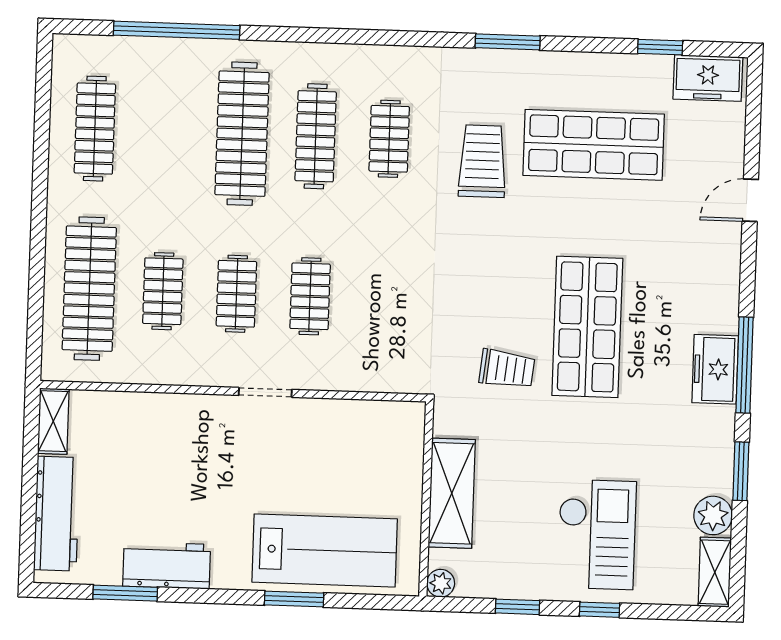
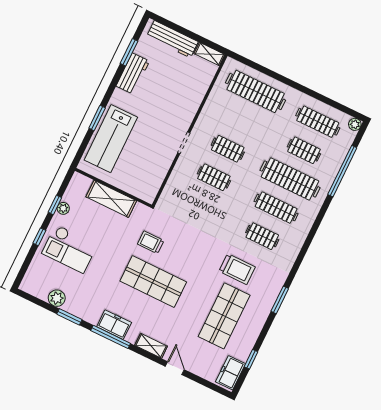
plant: (66, 48) -> (355, 124), added
clothes rail: (163, 291) -> (304, 150), moved
trolley: (507, 369) -> (151, 242), turned 84
shelving: (715, 572) -> (151, 346), moved
plant: (441, 583) -> (63, 208), moved

